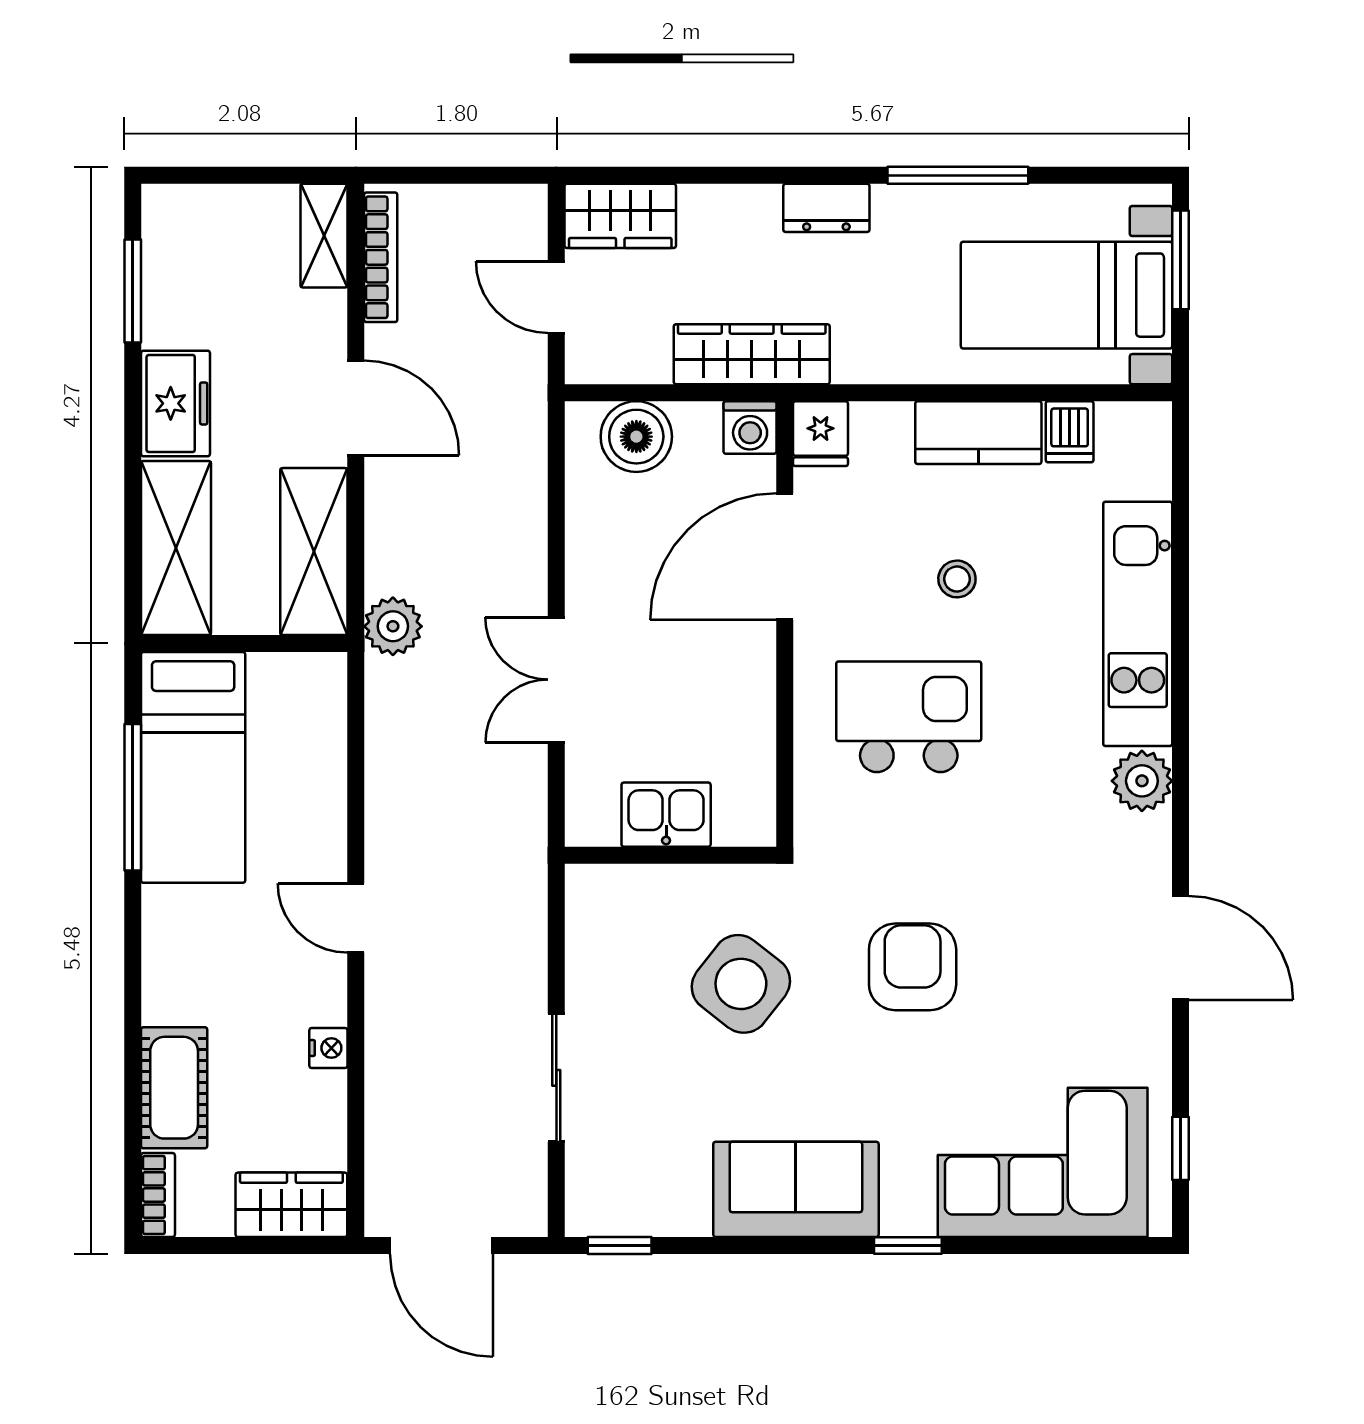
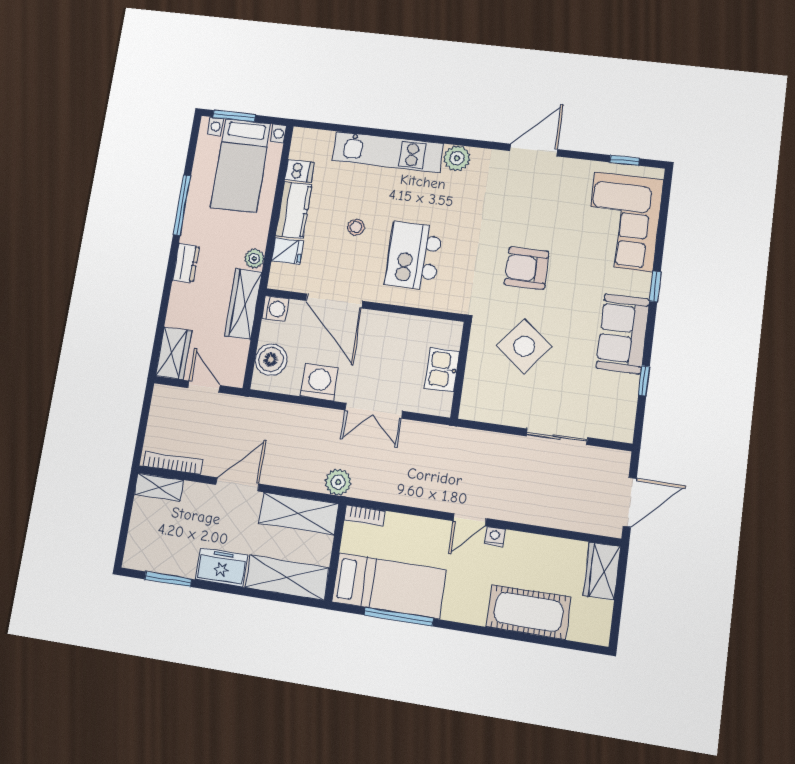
door: (556, 297) -> (204, 387), swing flipped
plant: (857, 362) -> (254, 259), added
fridge: (821, 434) -> (287, 251), moved
washing machine: (602, 551) -> (319, 382), added
nightstand: (328, 1048) -> (495, 537), moved
cot: (174, 1088) -> (529, 612), width x1.37, depth x1.34
bookcase: (158, 1195) -> (365, 516), moved, turned 180
window: (620, 1245) -> (644, 381), moved

